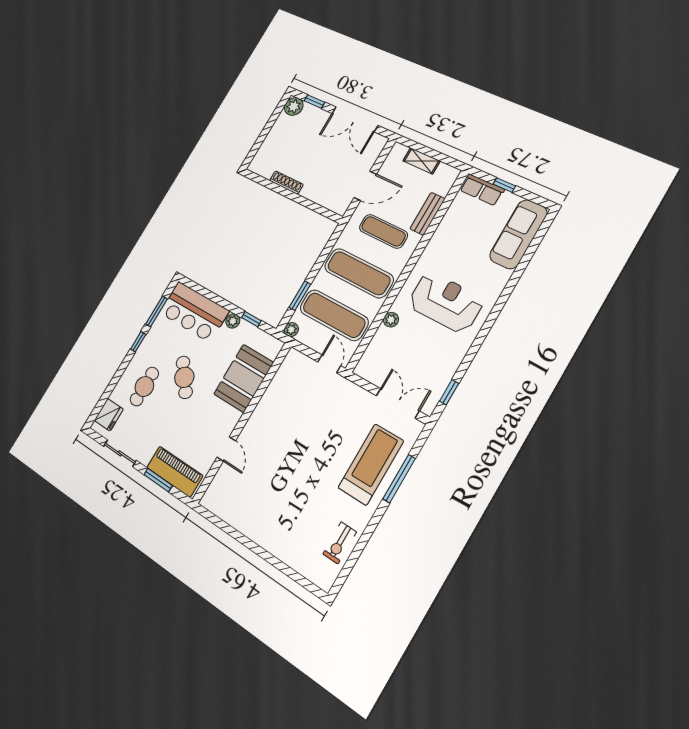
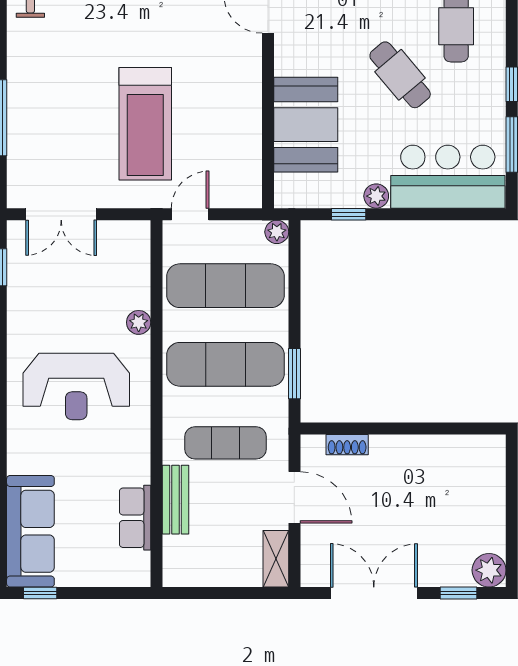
shelving: (422, 161) -> (276, 559), moved, turned 90
shoe rack: (286, 183) -> (347, 445), moved, width x0.70
window: (504, 185) -> (40, 593), moved
door: (365, 186) -> (294, 497), swing flipped
row of seats: (482, 190) -> (135, 518), moved, turned -90
window: (300, 296) -> (294, 374), moved
door: (329, 364) -> (190, 214), swing flipped
treadmill: (371, 464) -> (145, 124), moved

